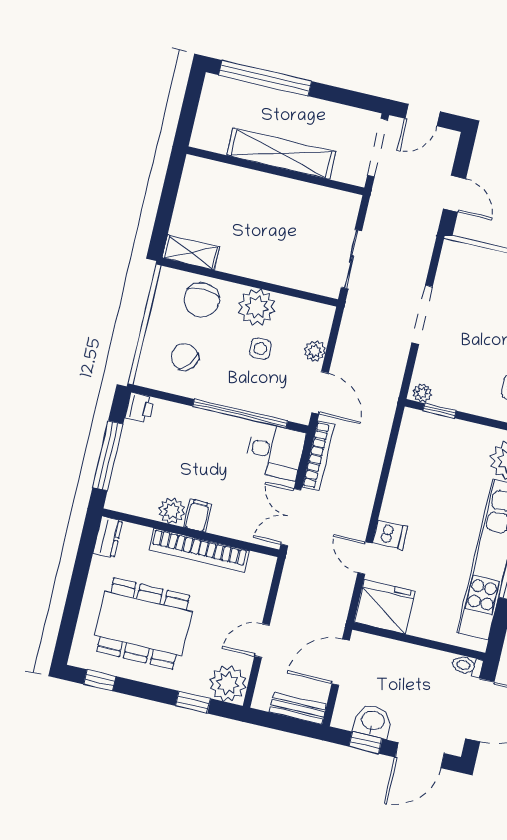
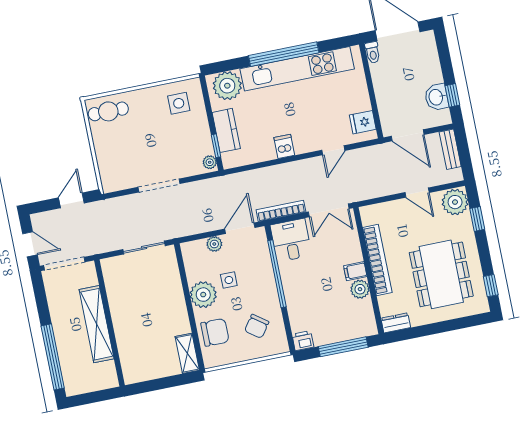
kitchen counter: (453, 433) -> (226, 130), added
dishwasher: (390, 535) -> (284, 146), moved
fridge: (385, 607) -> (363, 122), width x0.53, depth x0.75
door: (420, 755) -> (445, 57), removed

